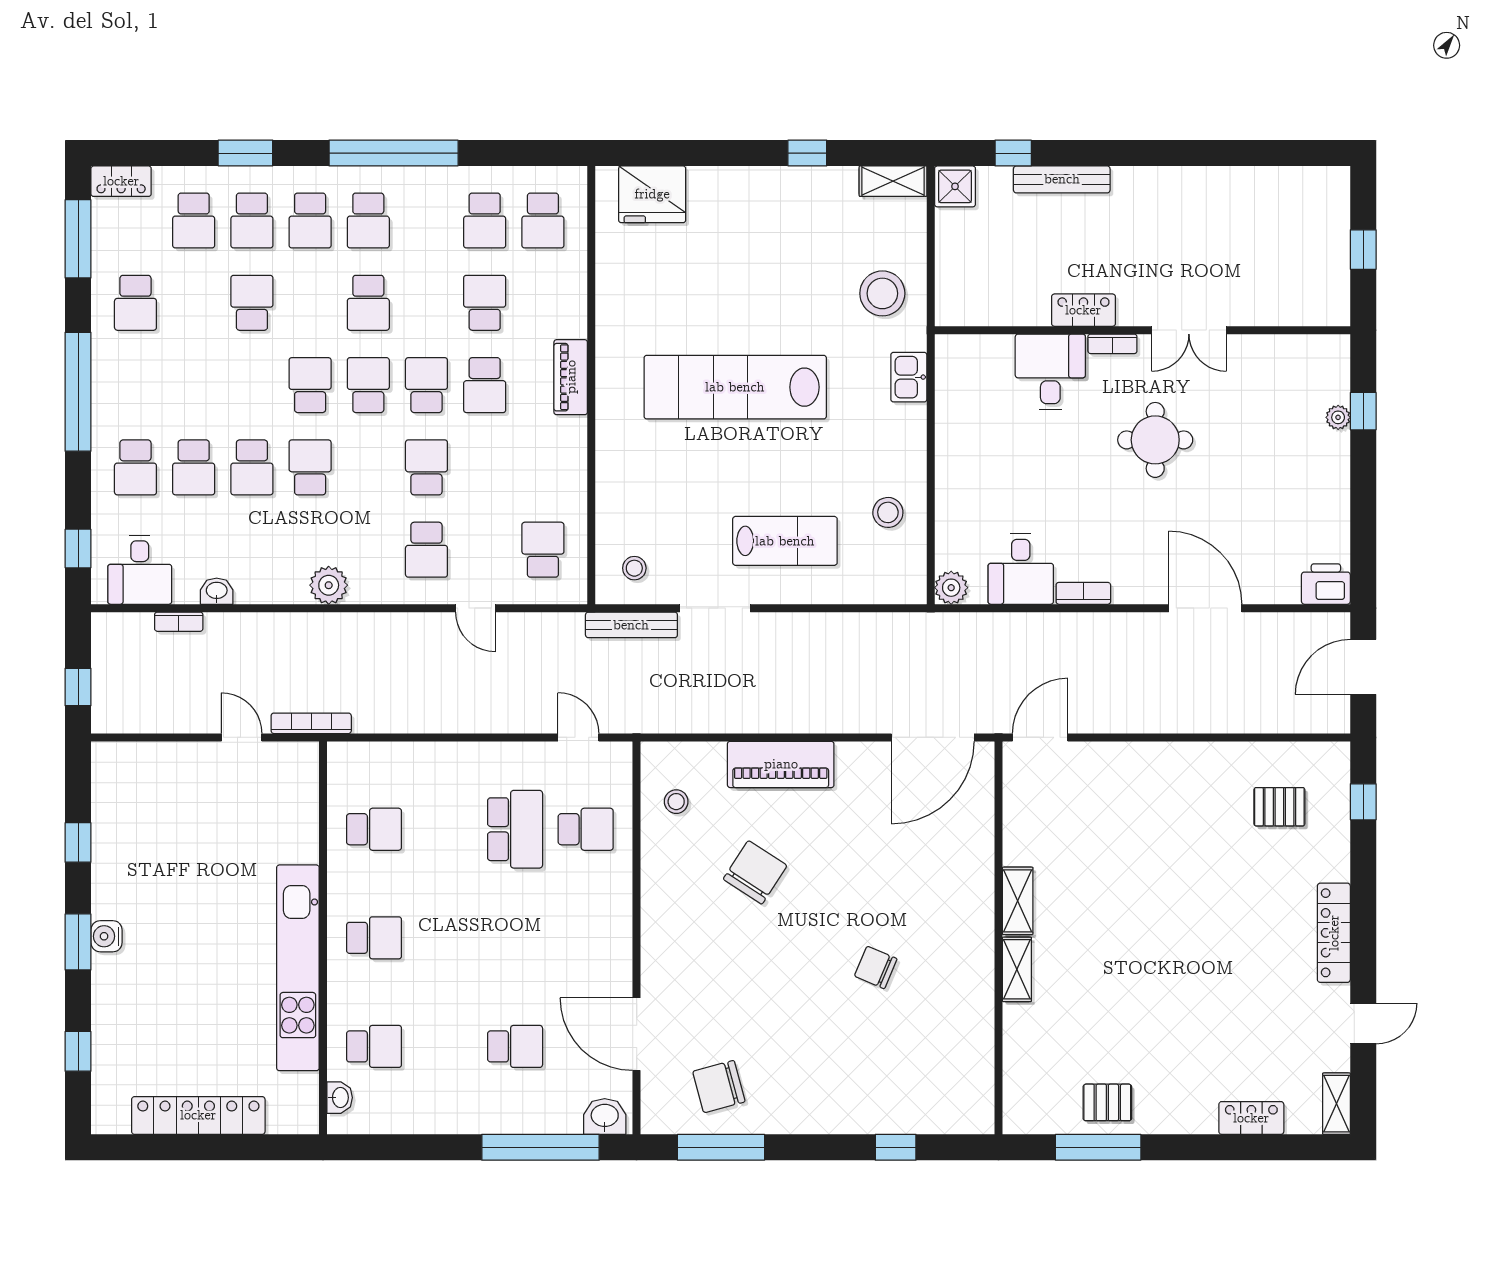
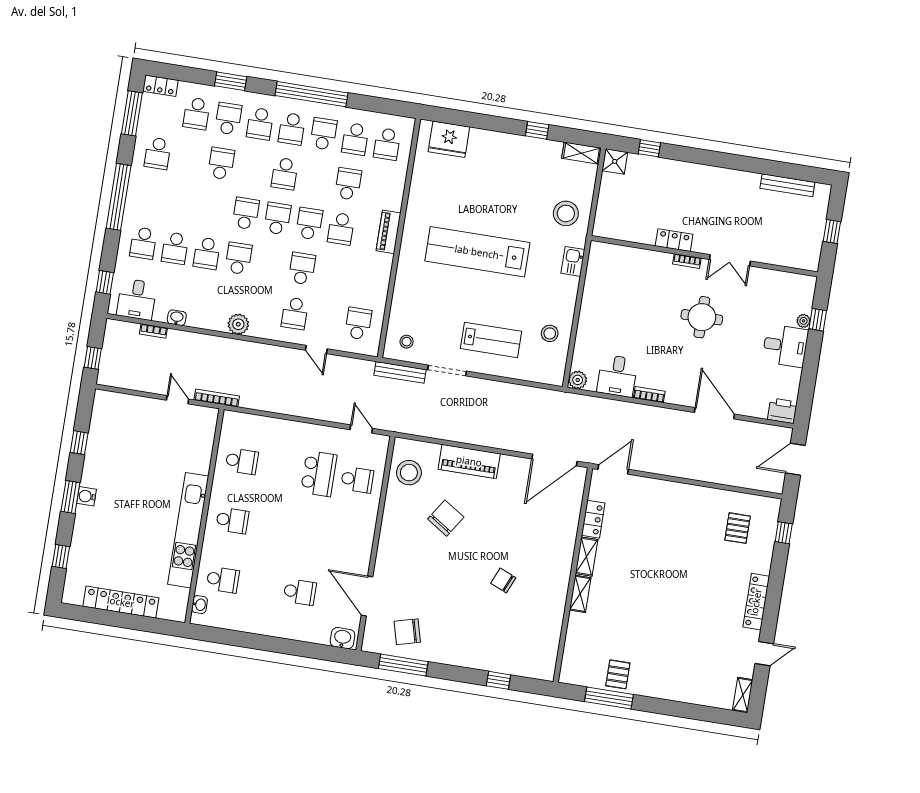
bench: (1062, 179) -> (787, 185), moved
school desk: (252, 221) -> (228, 119), turned 180
school desk: (426, 221) -> (324, 134), added
desk: (1050, 372) -> (785, 346), moved, turned 90
stool: (676, 802) -> (409, 473), width x1.89, depth x1.89
pallet: (1279, 807) -> (738, 528), turned 90
pallet: (1107, 1102) -> (618, 674), turned 90
locker: (1251, 1118) -> (593, 519), moved, turned 90
window: (540, 1147) -> (305, 649), removed

